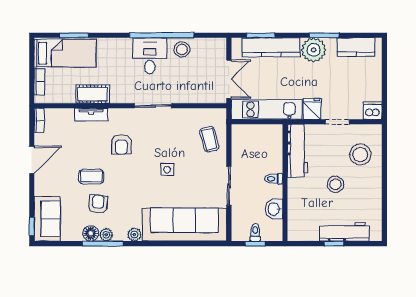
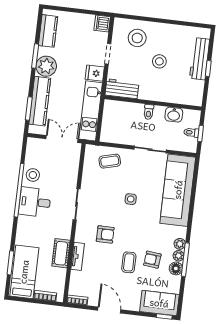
workbench: (297, 151) -> (122, 89), width x0.73
plant: (134, 235) -> (180, 244), moved

